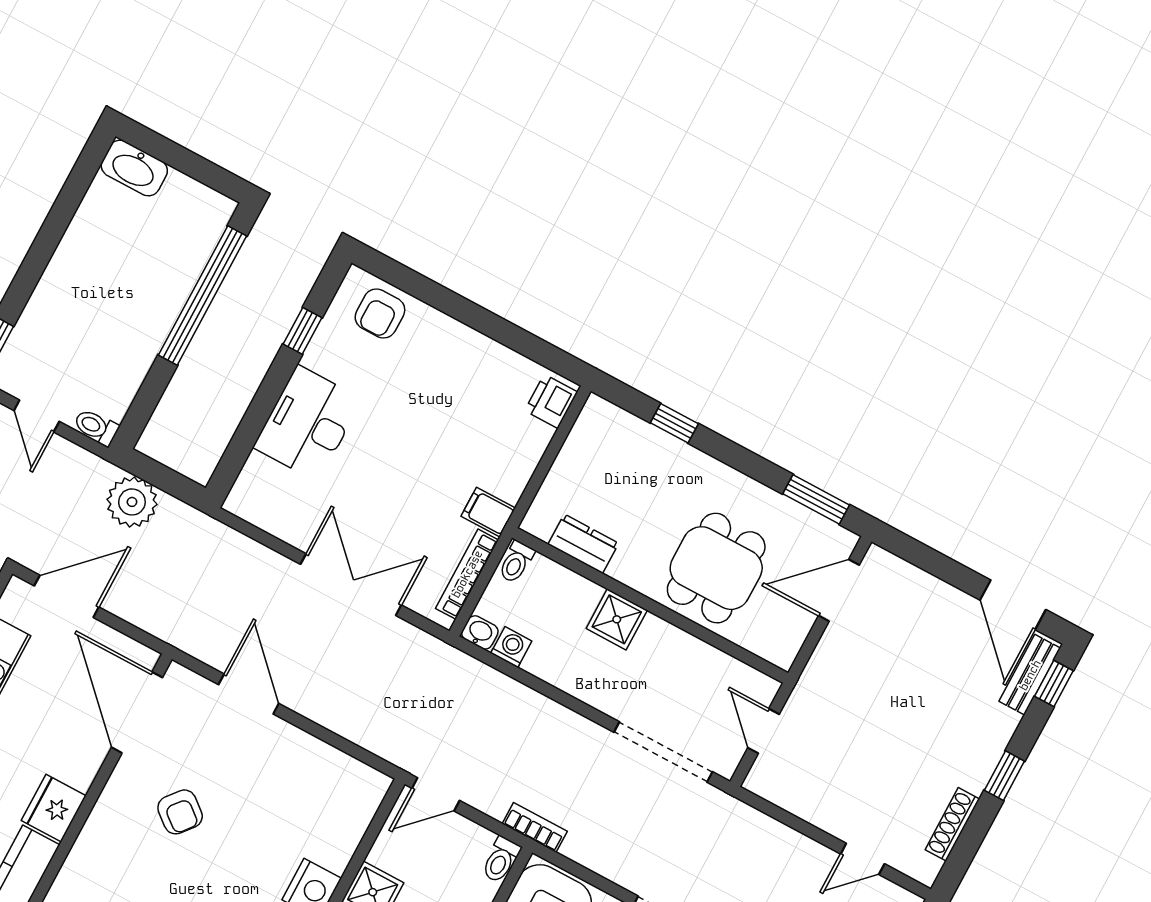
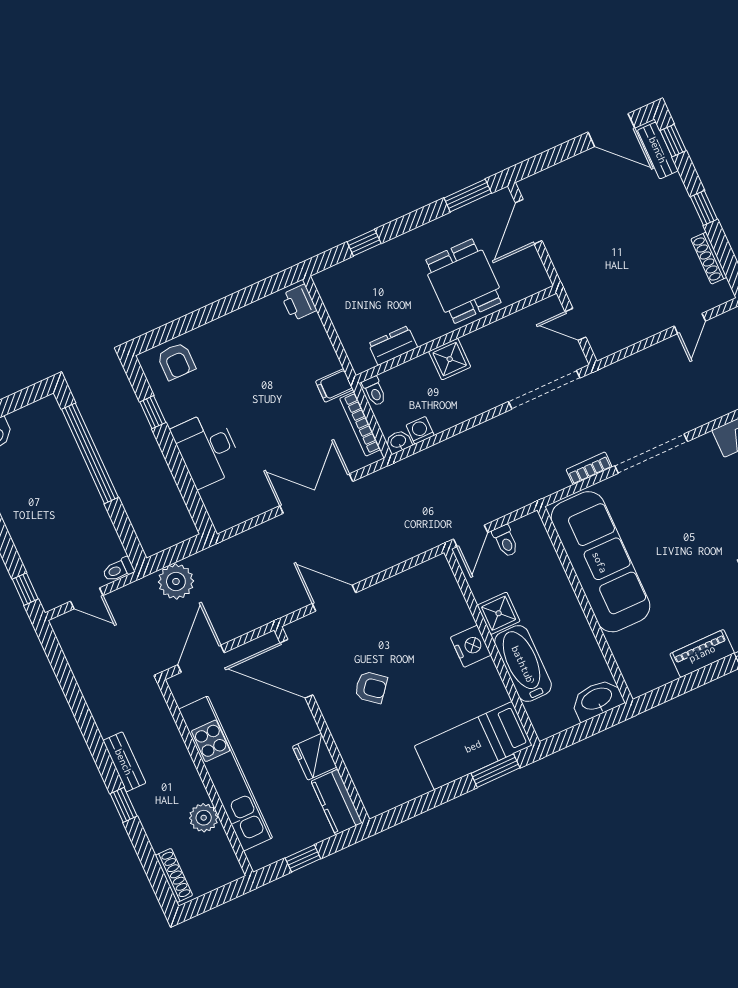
bookcase: (535, 827) -> (589, 468), moved
toilet: (501, 860) -> (505, 541), moved

